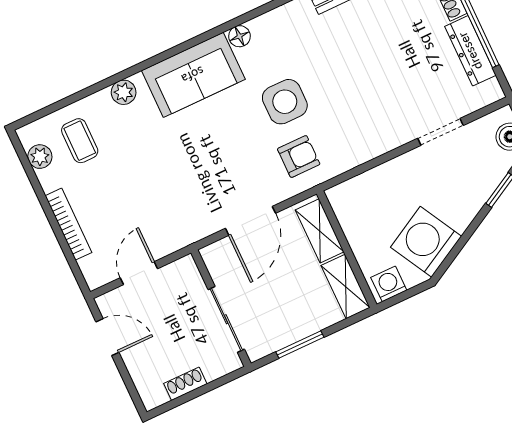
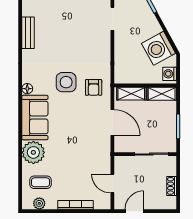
plant: (124, 92) -> (33, 152), width x1.88, depth x1.88
armchair: (299, 156) -> (94, 87), turned 180

